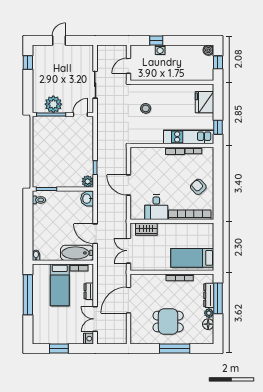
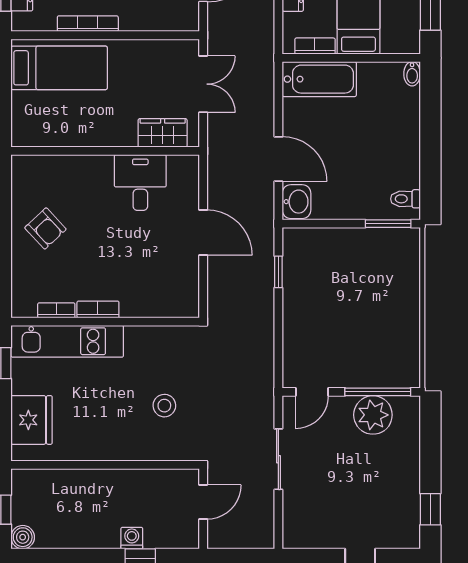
plant: (88, 181) -> (295, 241), removed
bookcase: (190, 215) -> (65, 165), removed
door: (95, 234) -> (278, 159), moved

